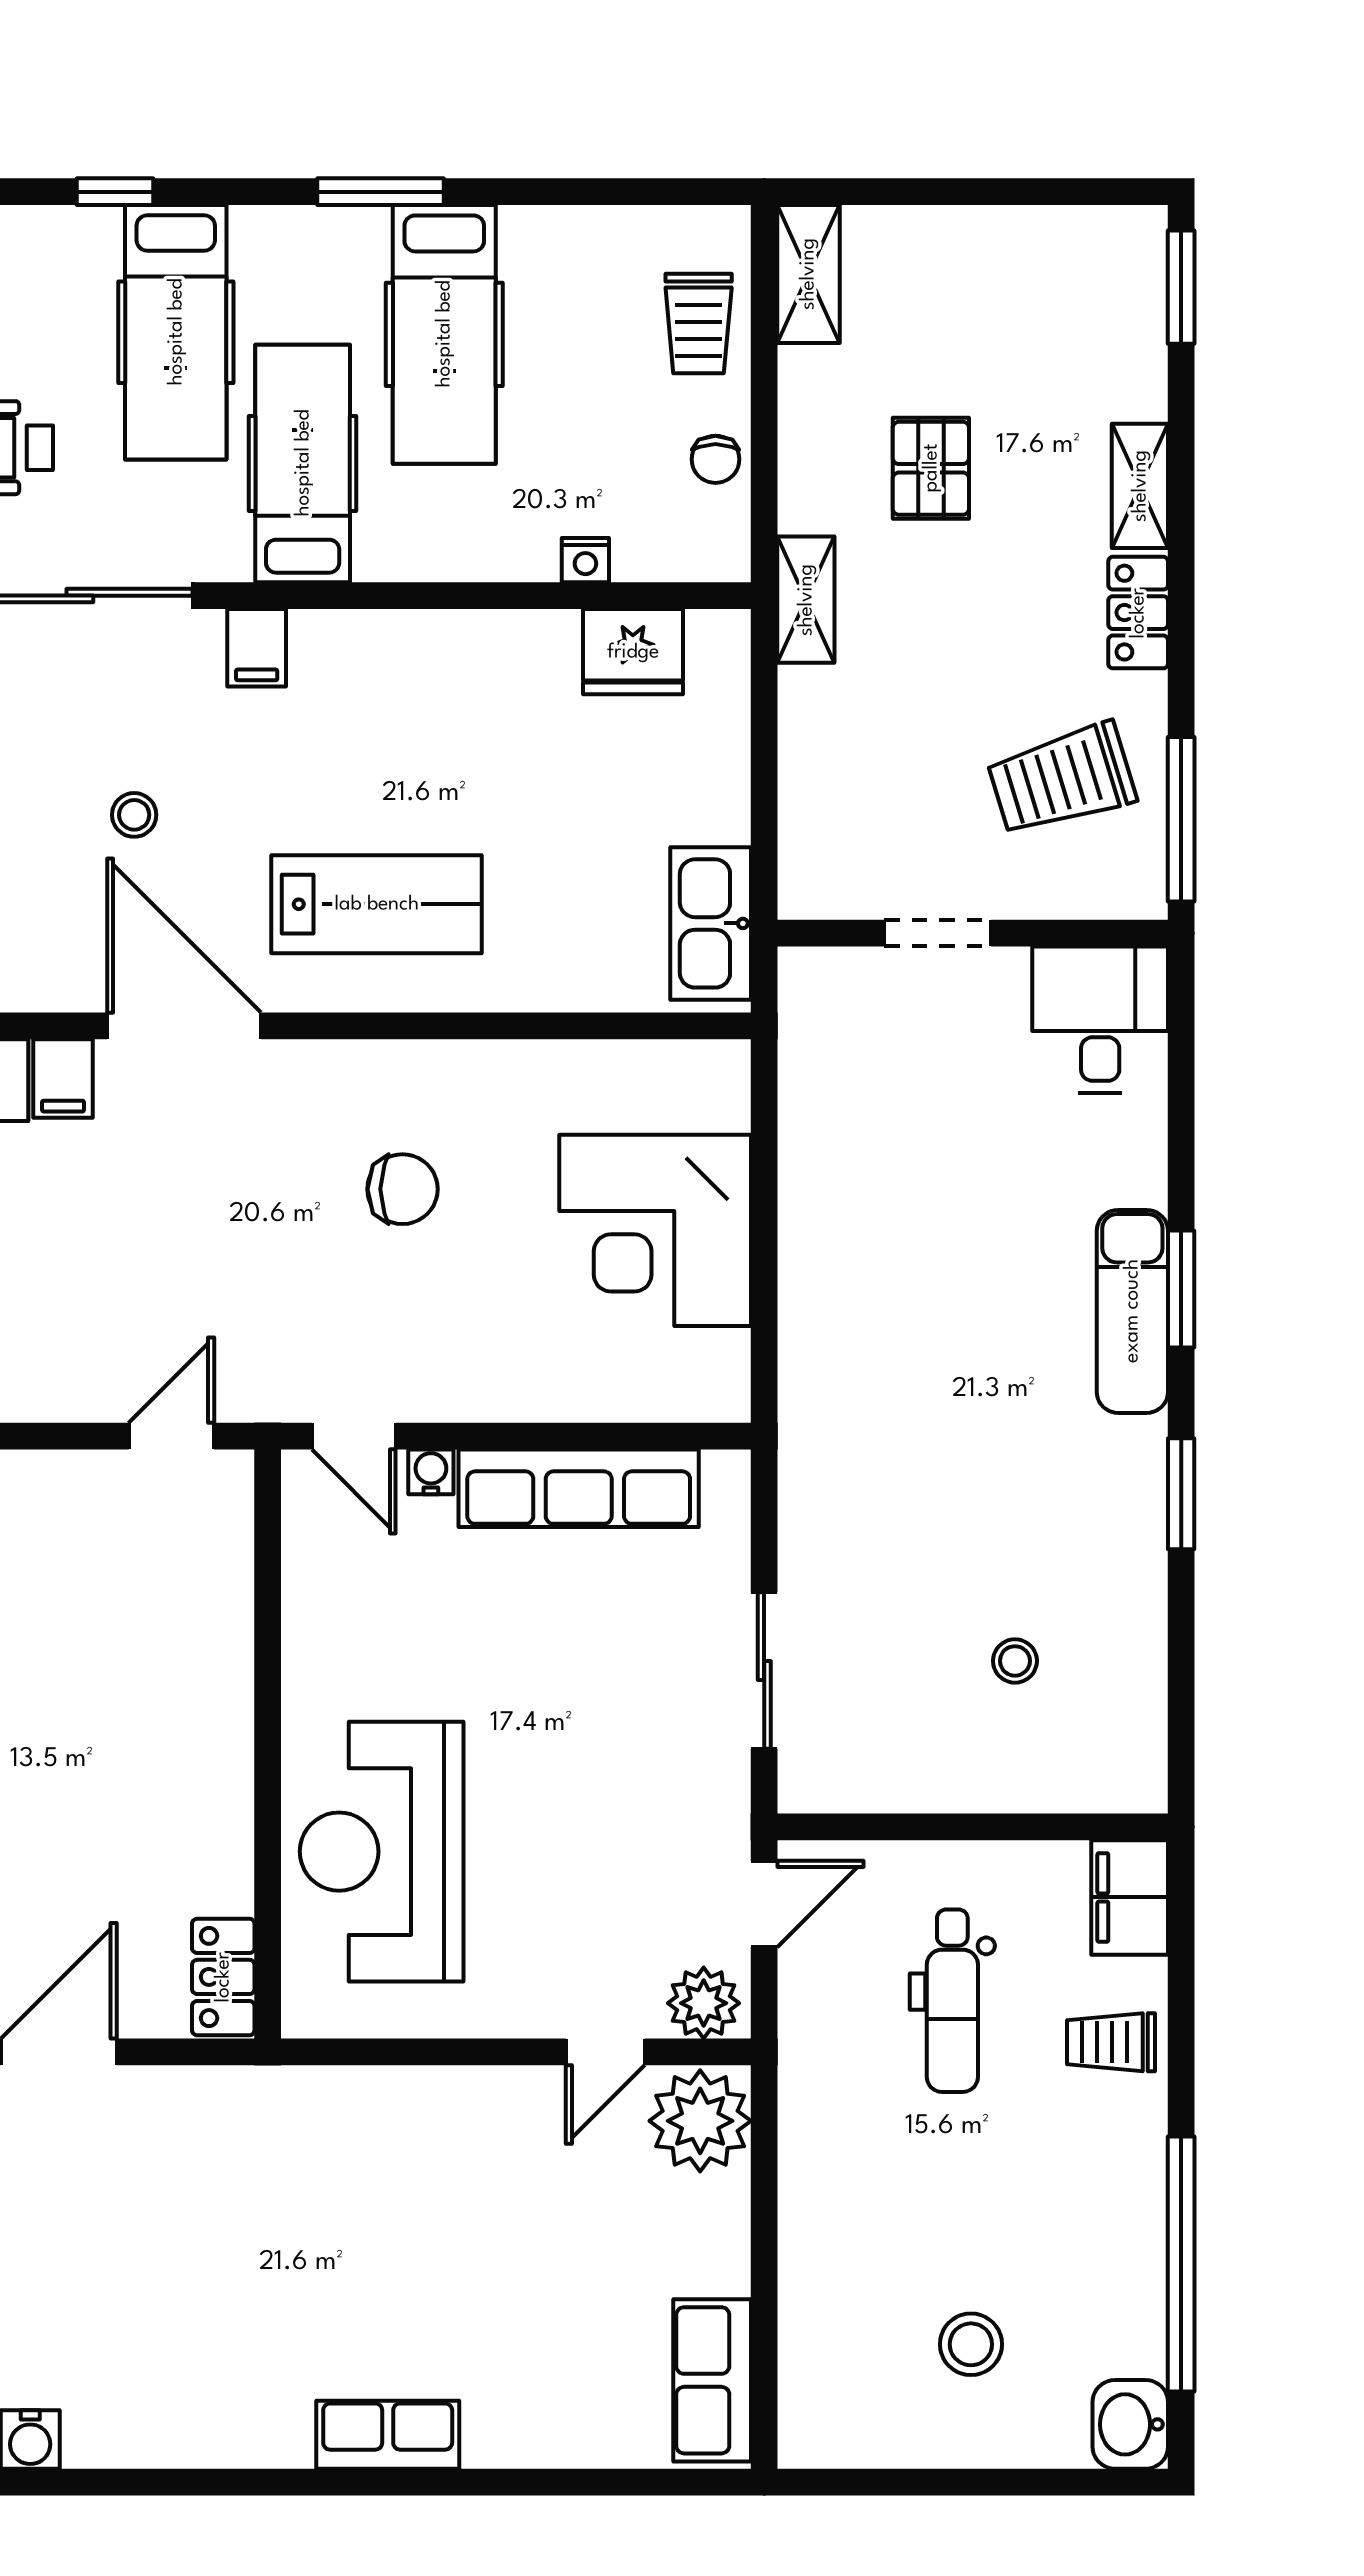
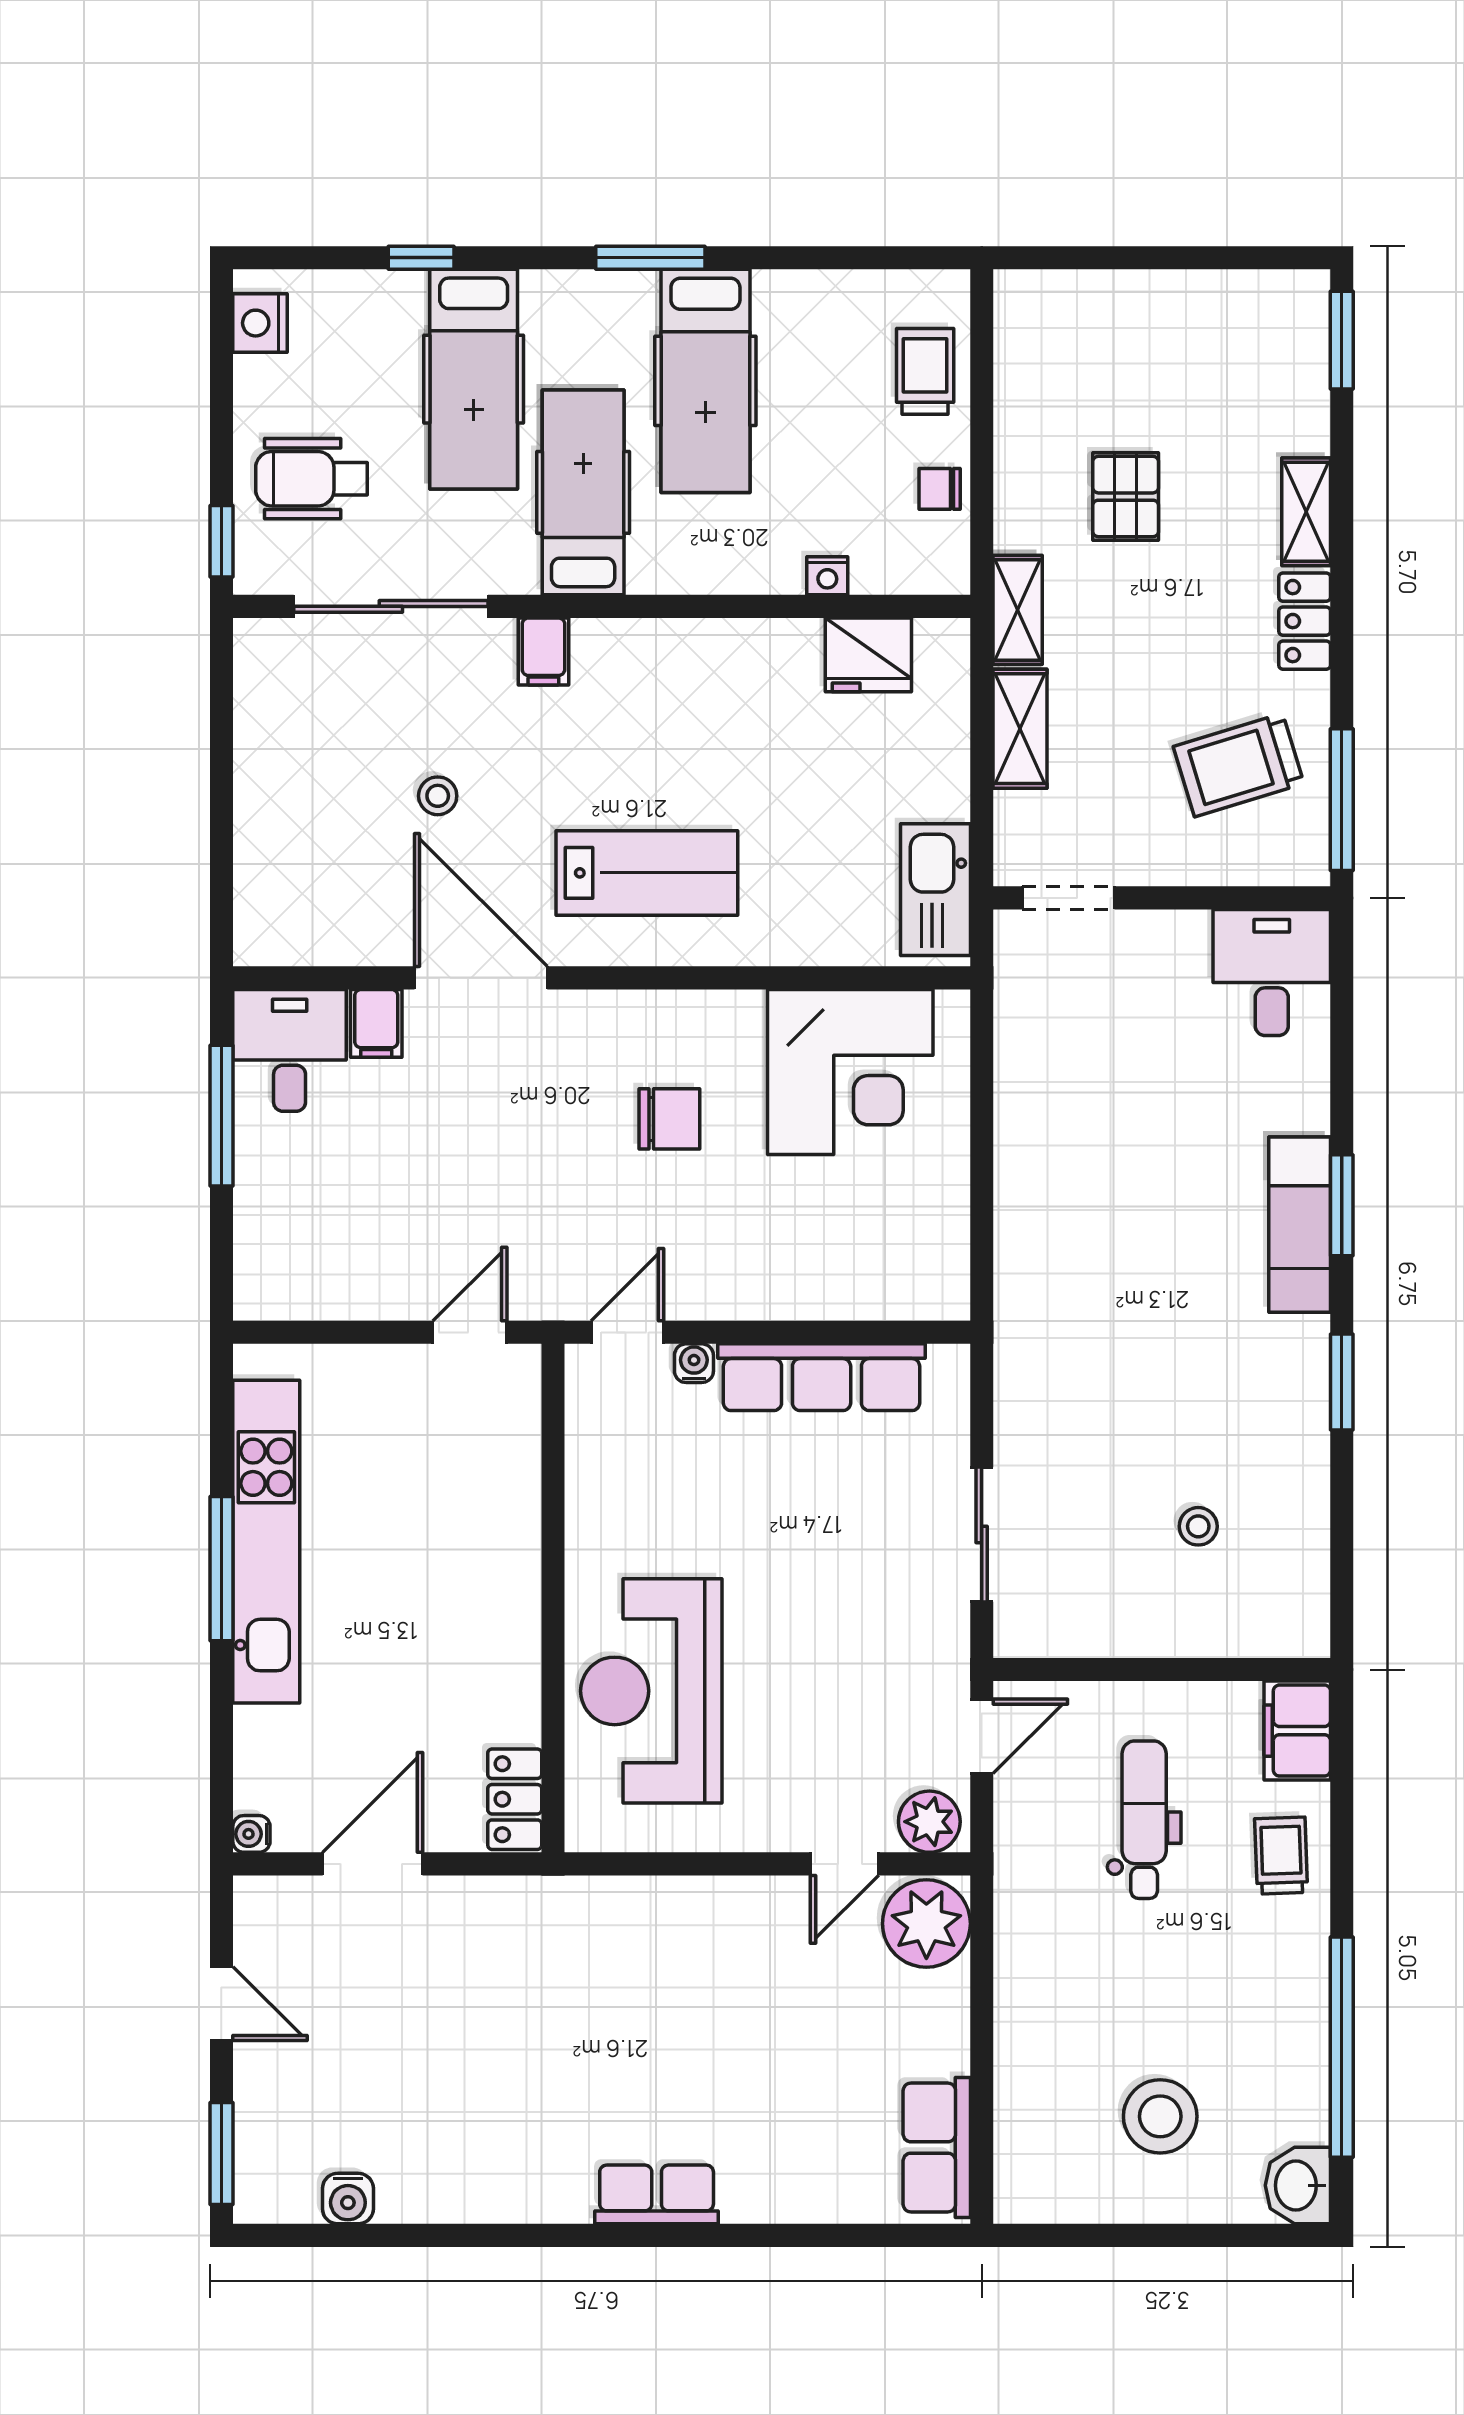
shelving: (808, 274) -> (1020, 729), moved
trolley: (699, 323) -> (925, 371), turned 180
chair: (715, 459) -> (940, 489), turned 90
doorway: (938, 933) -> (1068, 898), moved
corner desk: (655, 1230) -> (850, 1072), moved, turned -90
door: (354, 1436) -> (627, 1332), swing flipped
dental chair: (952, 2001) -> (1144, 1820), turned 180
trolley: (1111, 2042) -> (1281, 1856), turned 88
stool: (971, 2344) -> (1160, 2116), width x1.38, depth x1.38

